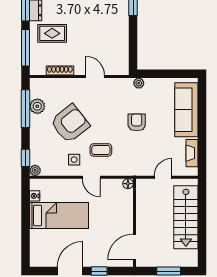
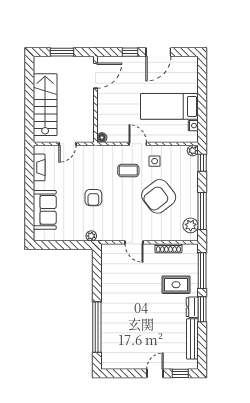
plant: (37, 106) -> (191, 225), moved
sofa: (186, 110) -> (45, 210), width x0.73

